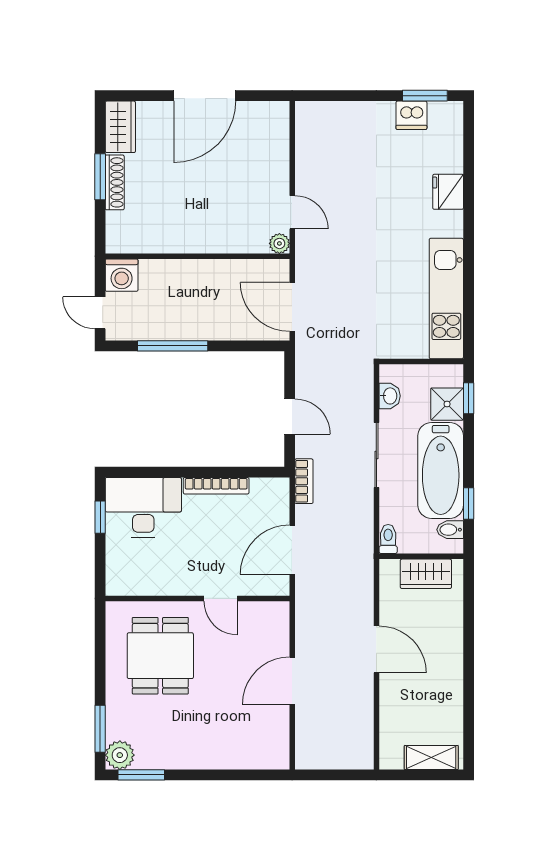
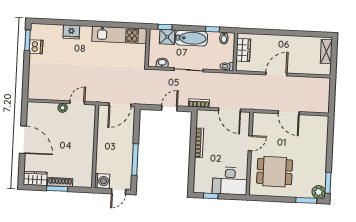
plant: (279, 243) -> (63, 108), moved
bathtub: (441, 470) -> (191, 38), width x0.73, depth x0.73
desk: (143, 507) -> (230, 181), moved, turned -90

